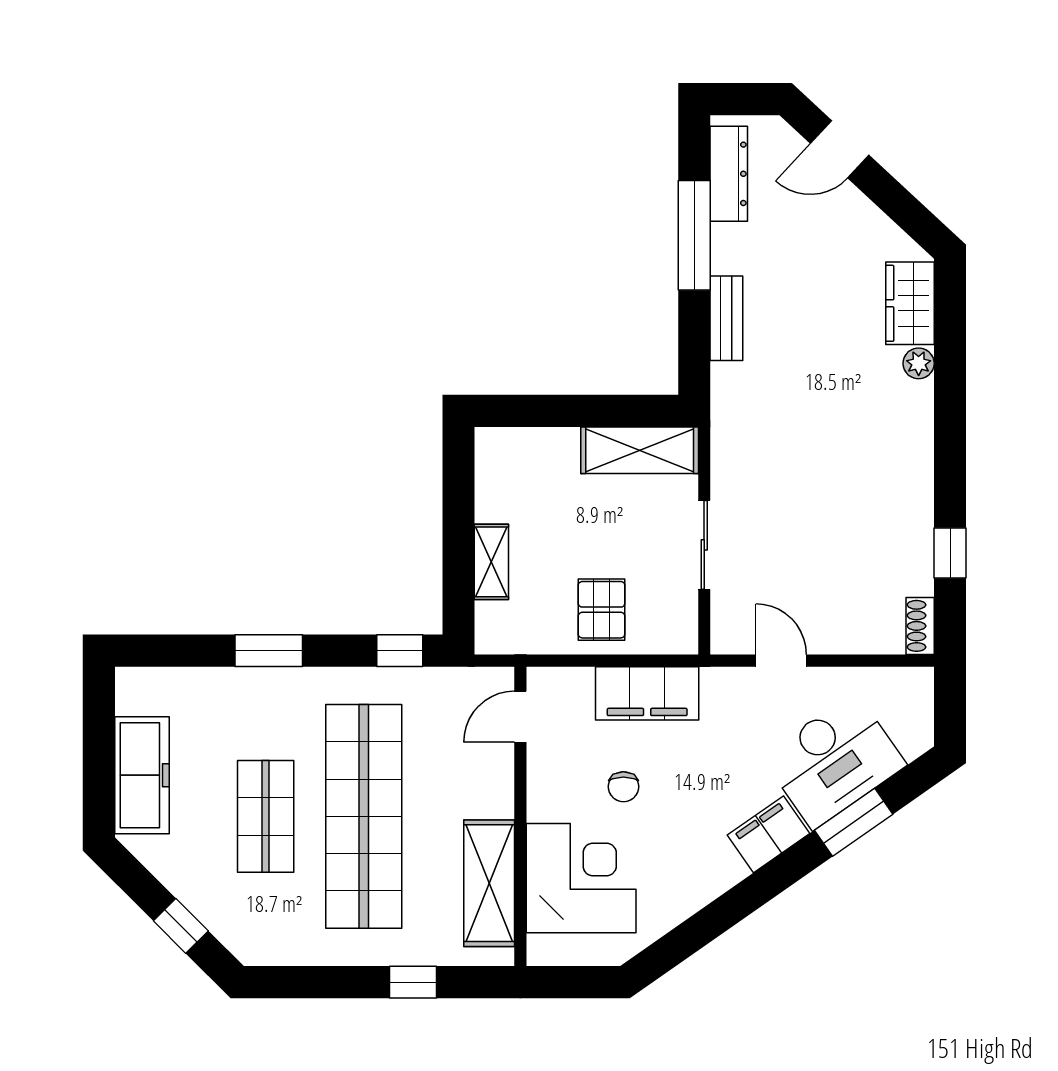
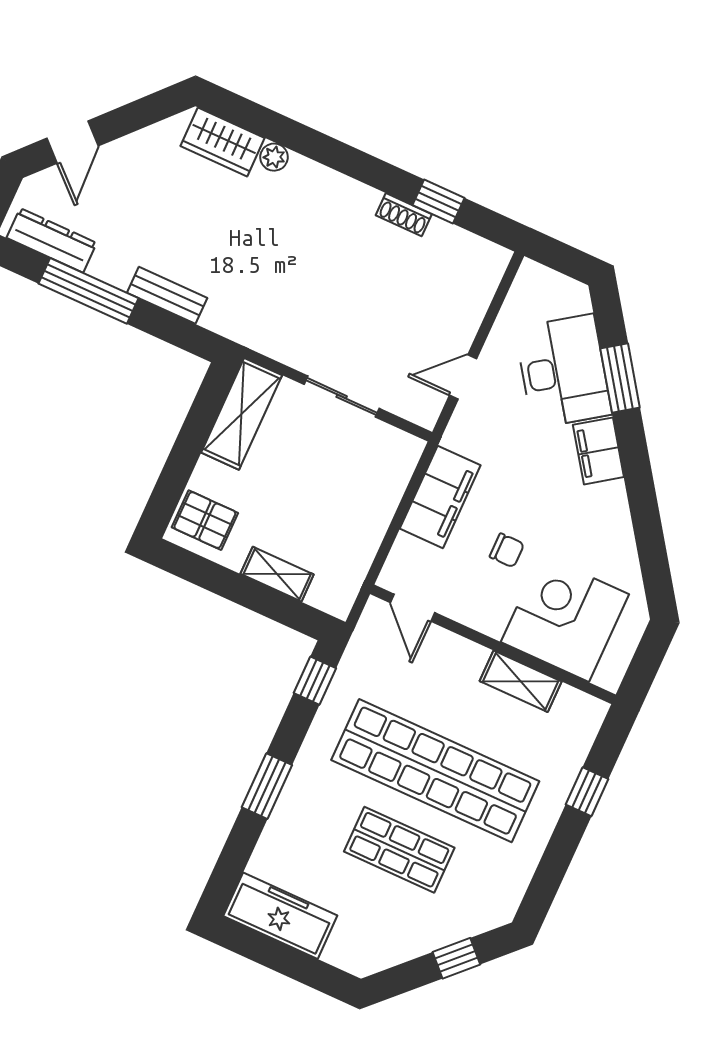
pallet: (602, 610) -> (205, 520), moved
shoe rack: (920, 626) -> (404, 215), moved
freezer: (142, 775) -> (280, 916), moved
shelving: (489, 883) -> (521, 681), width x0.67, depth x0.75

